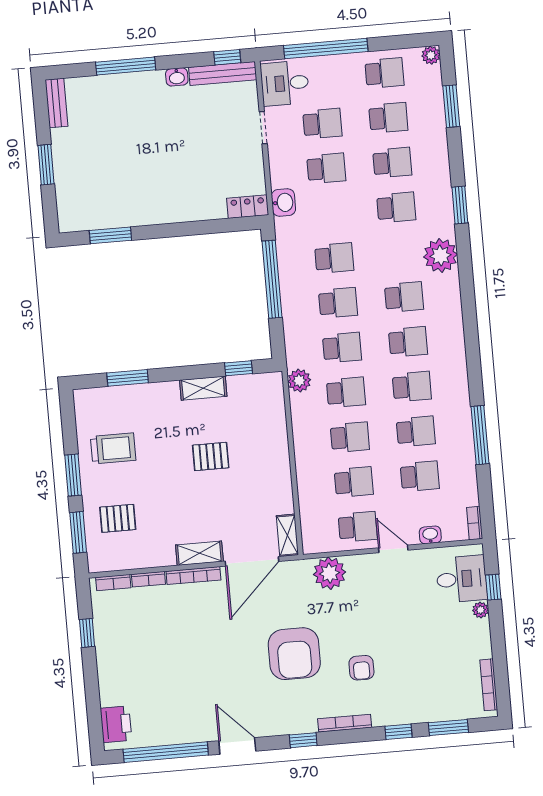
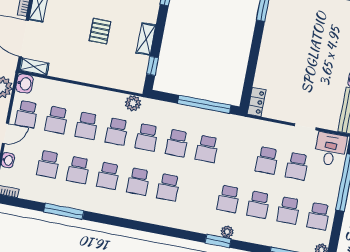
washbasin: (283, 202) -> (24, 84), moved, turned -90
plant: (441, 256) -> (227, 232), moved, width x0.53, depth x0.53

